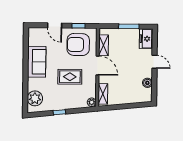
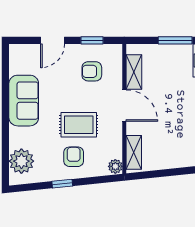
door: (55, 25) -> (52, 40), hinge flipped
armchair: (78, 45) -> (92, 71), width x0.53, depth x0.53
armchair: (67, 96) -> (74, 157), added

